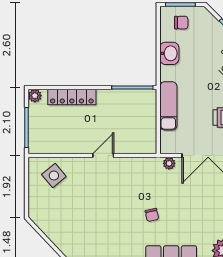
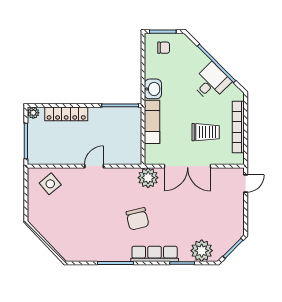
washbasin: (169, 53) -> (153, 89), moved
plant: (169, 163) -> (148, 178), width x1.87, depth x1.87
chair: (152, 215) -> (137, 219), width x1.87, depth x1.87

